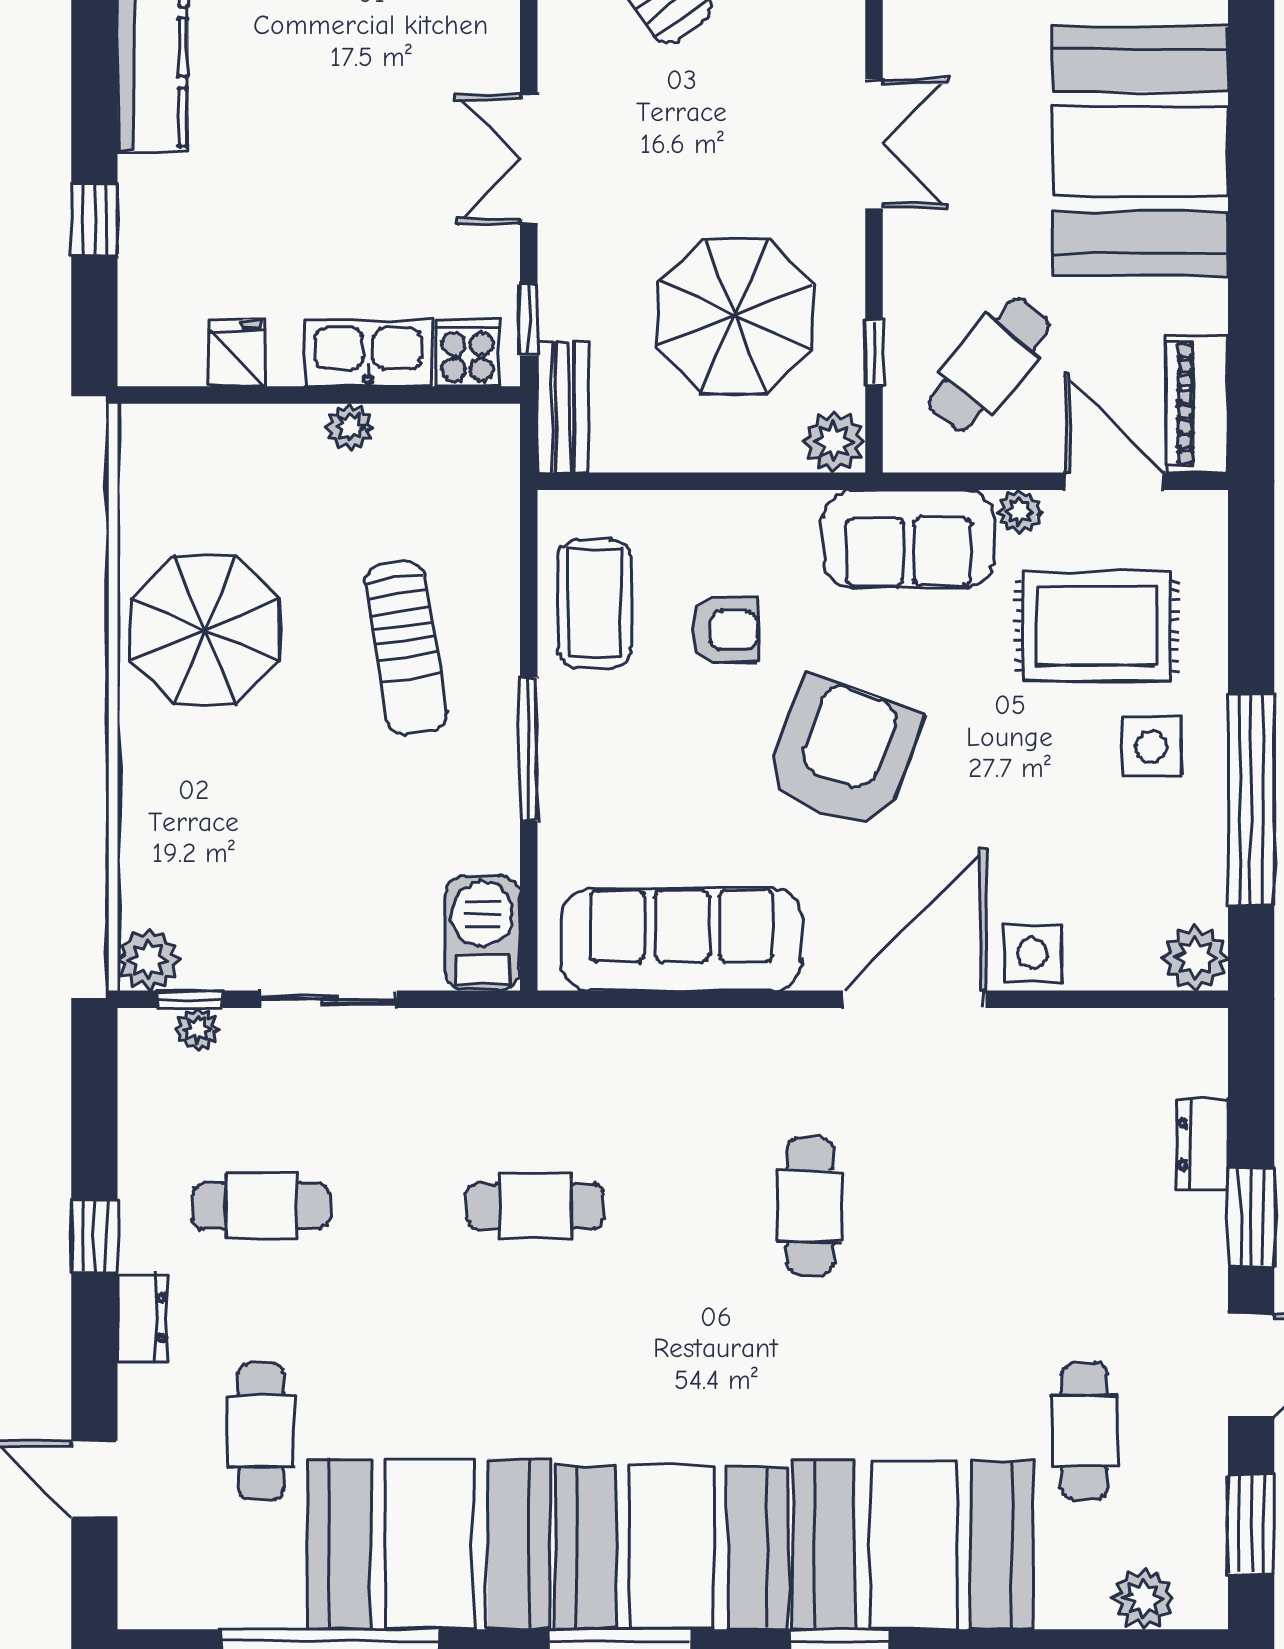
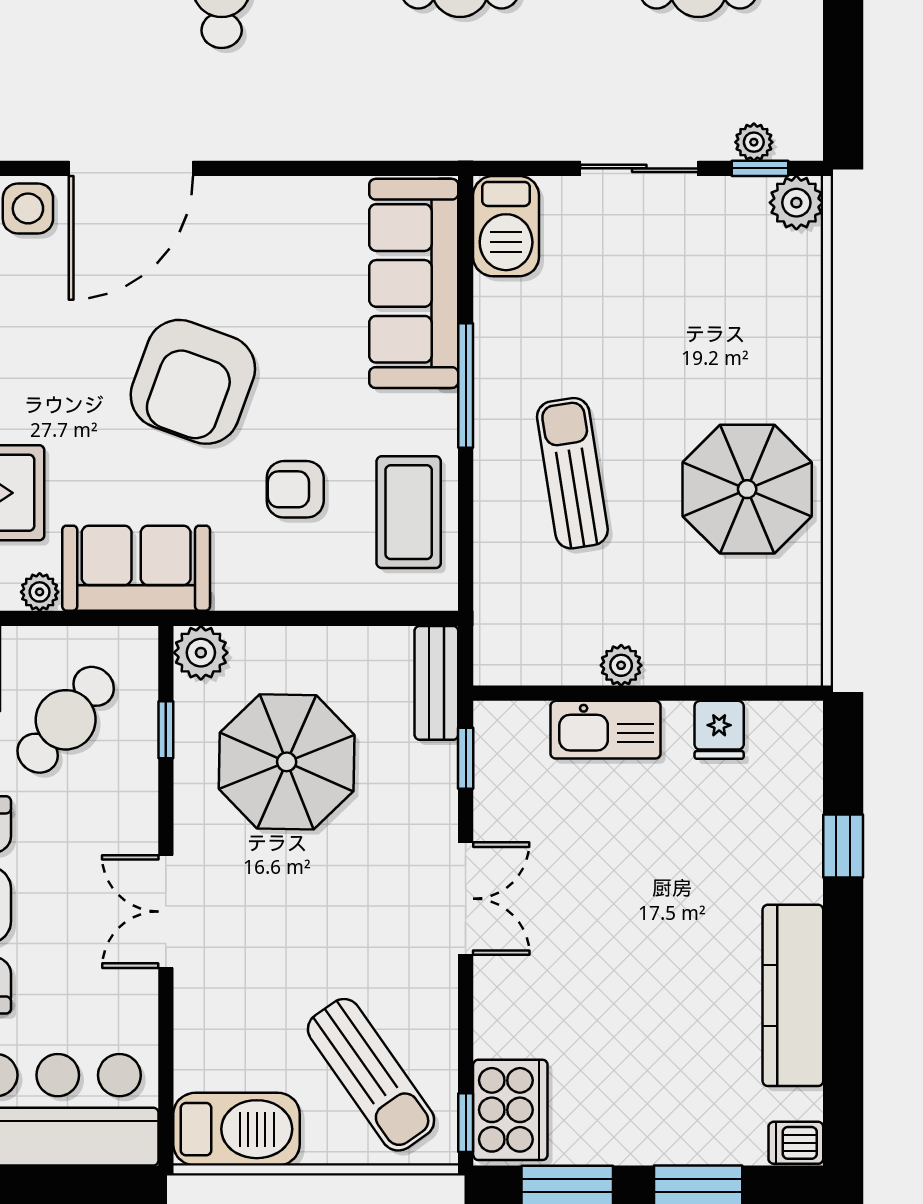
cooker: (468, 353) -> (519, 730), removed
sofa: (682, 939) -> (414, 283), moved, turned 90

